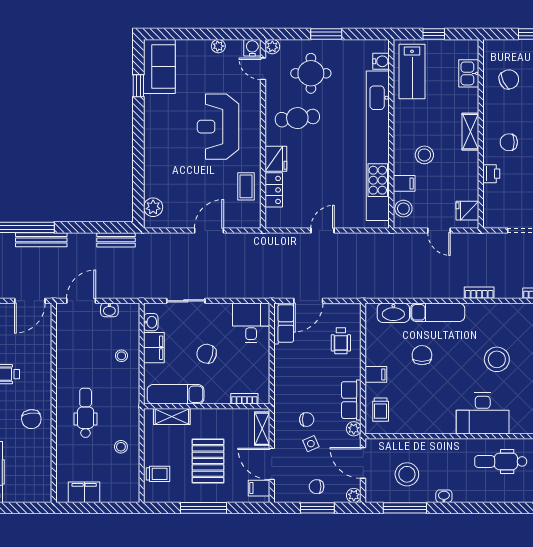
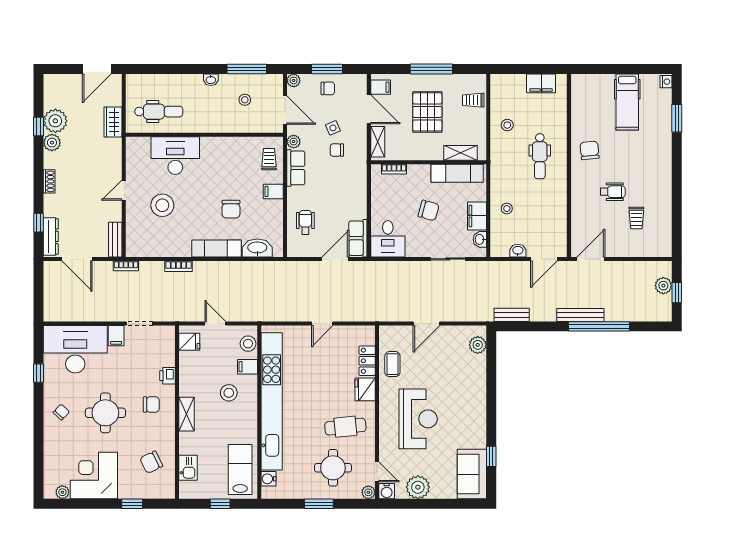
plant: (218, 46) -> (418, 487), width x1.87, depth x1.87
stool: (407, 474) -> (245, 100), width x0.53, depth x0.53

